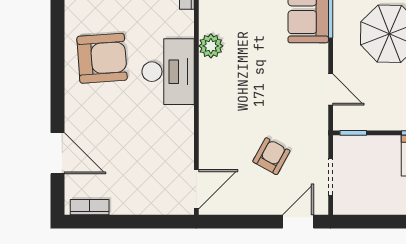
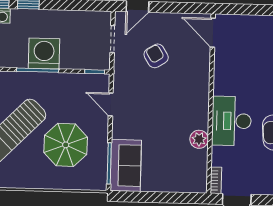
armchair: (271, 156) -> (156, 56), turned 119
door: (196, 189) -> (213, 33), hinge flipped

